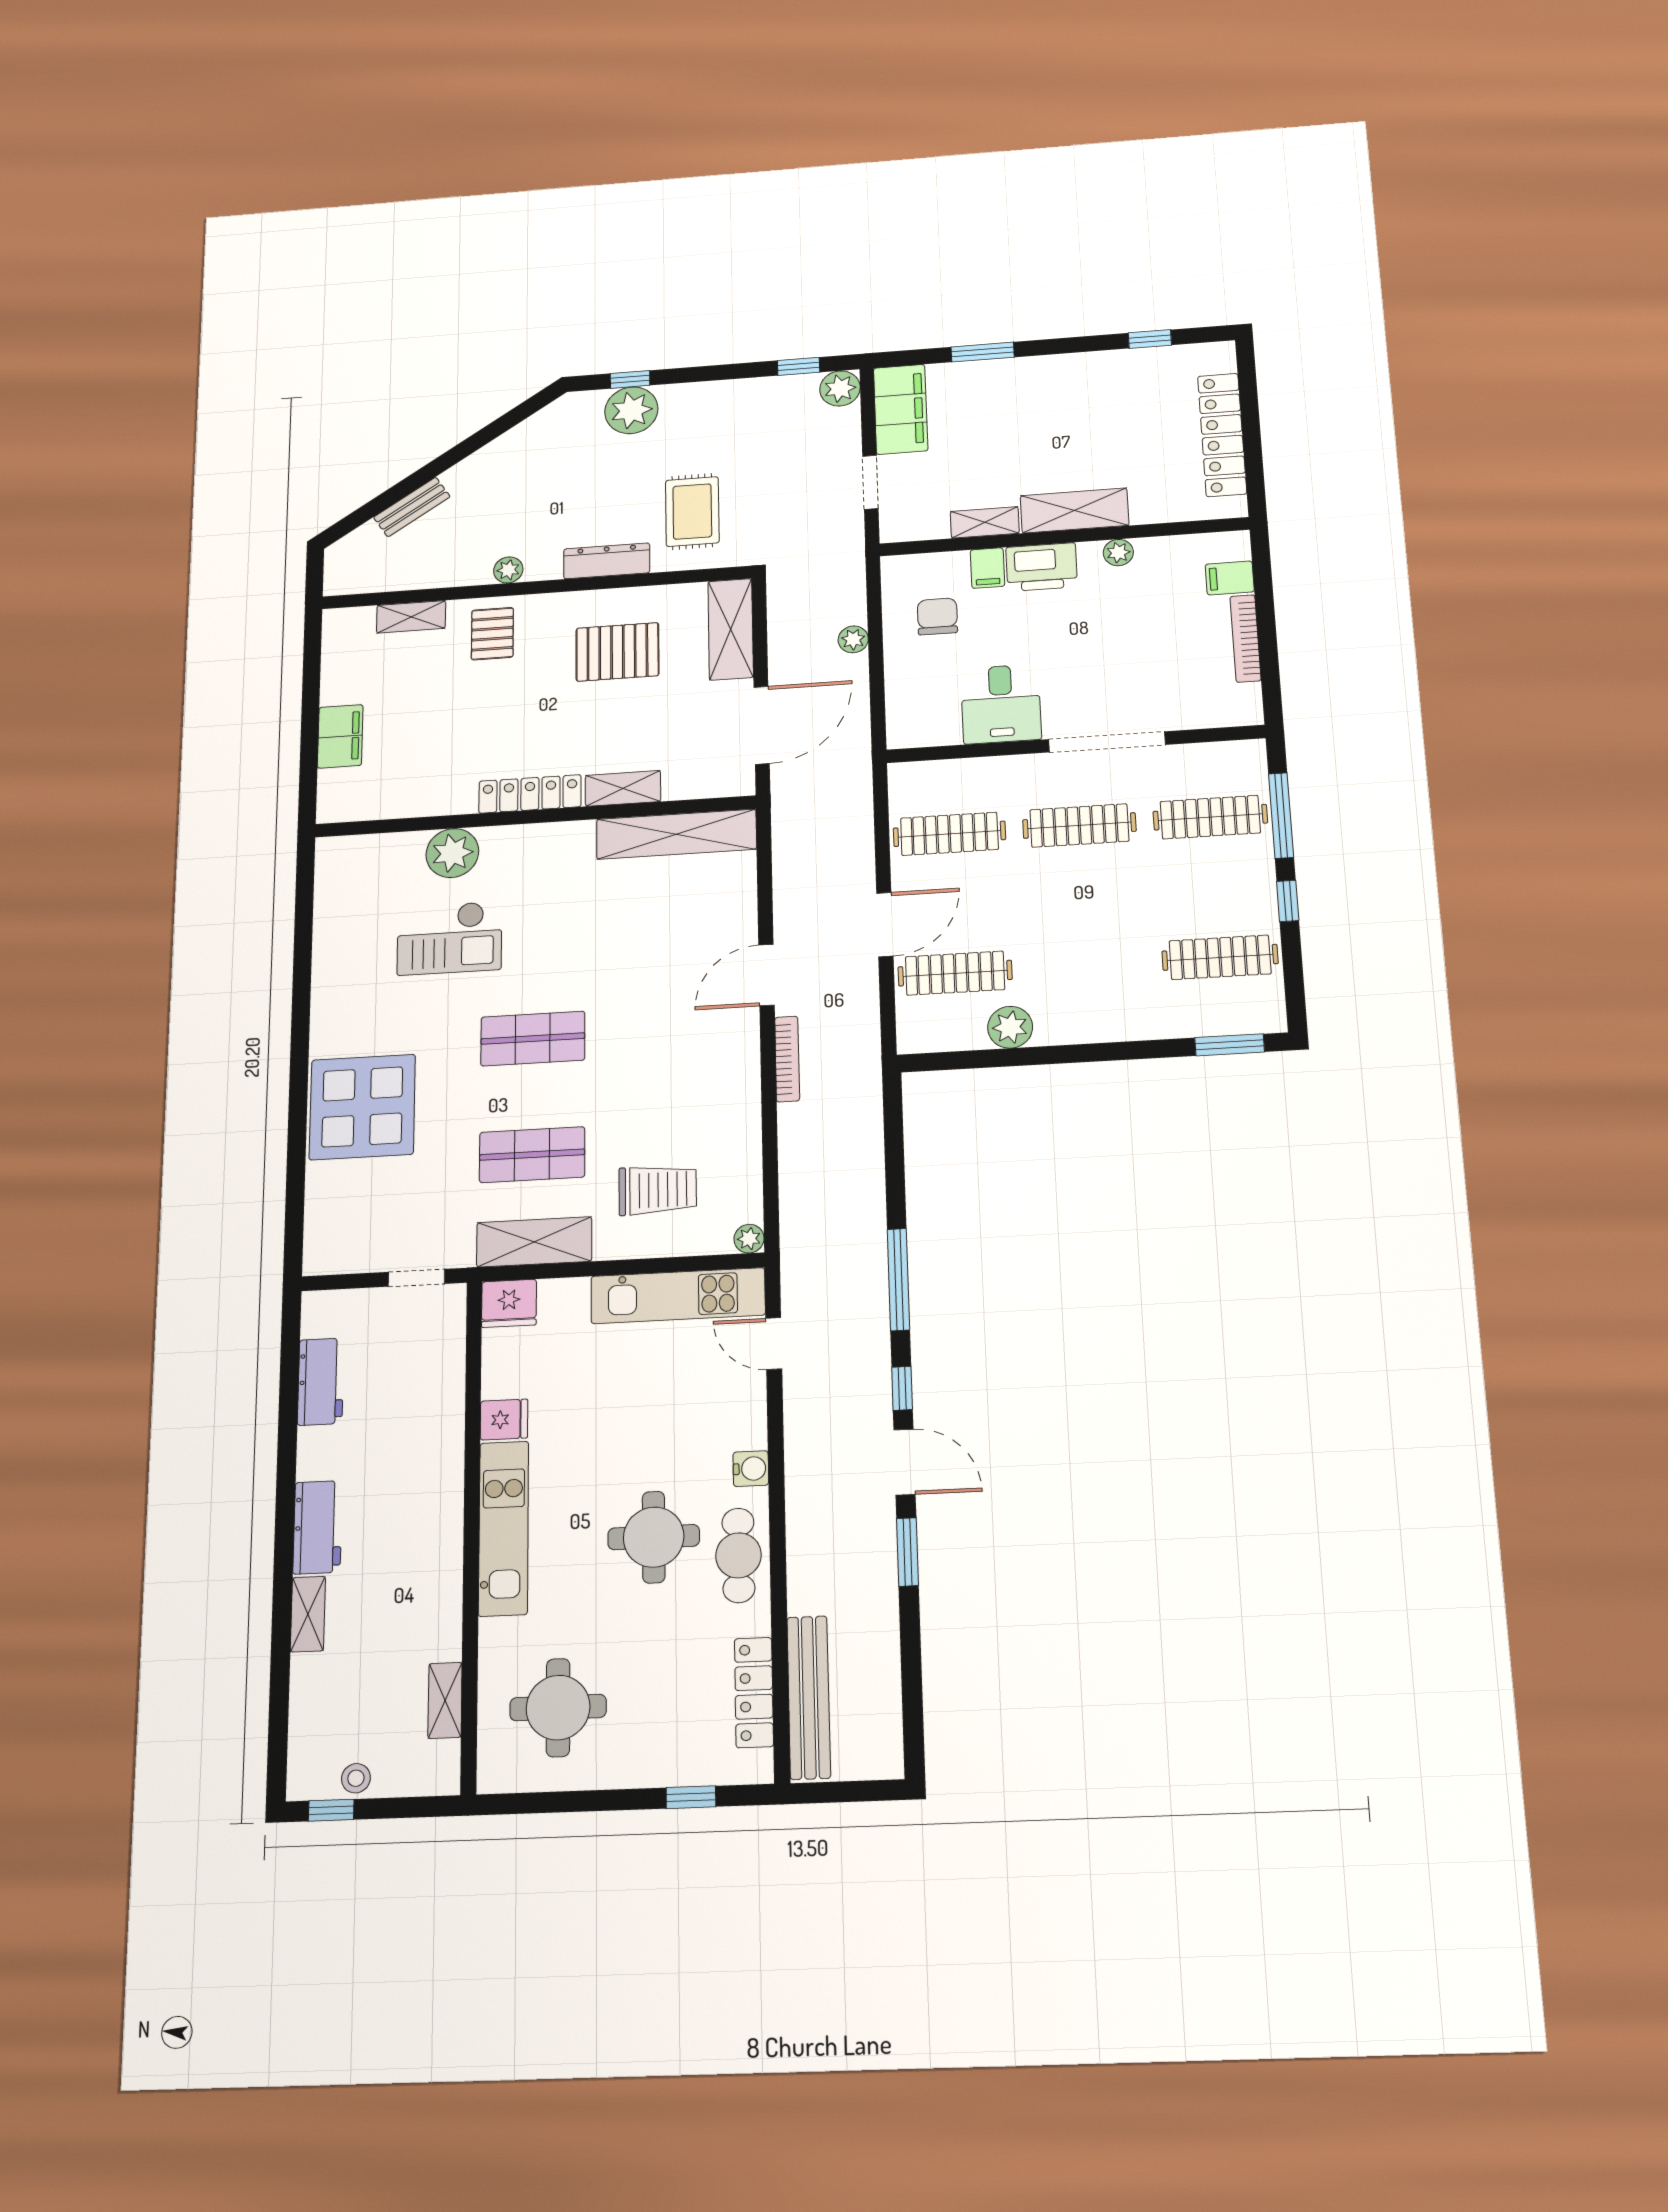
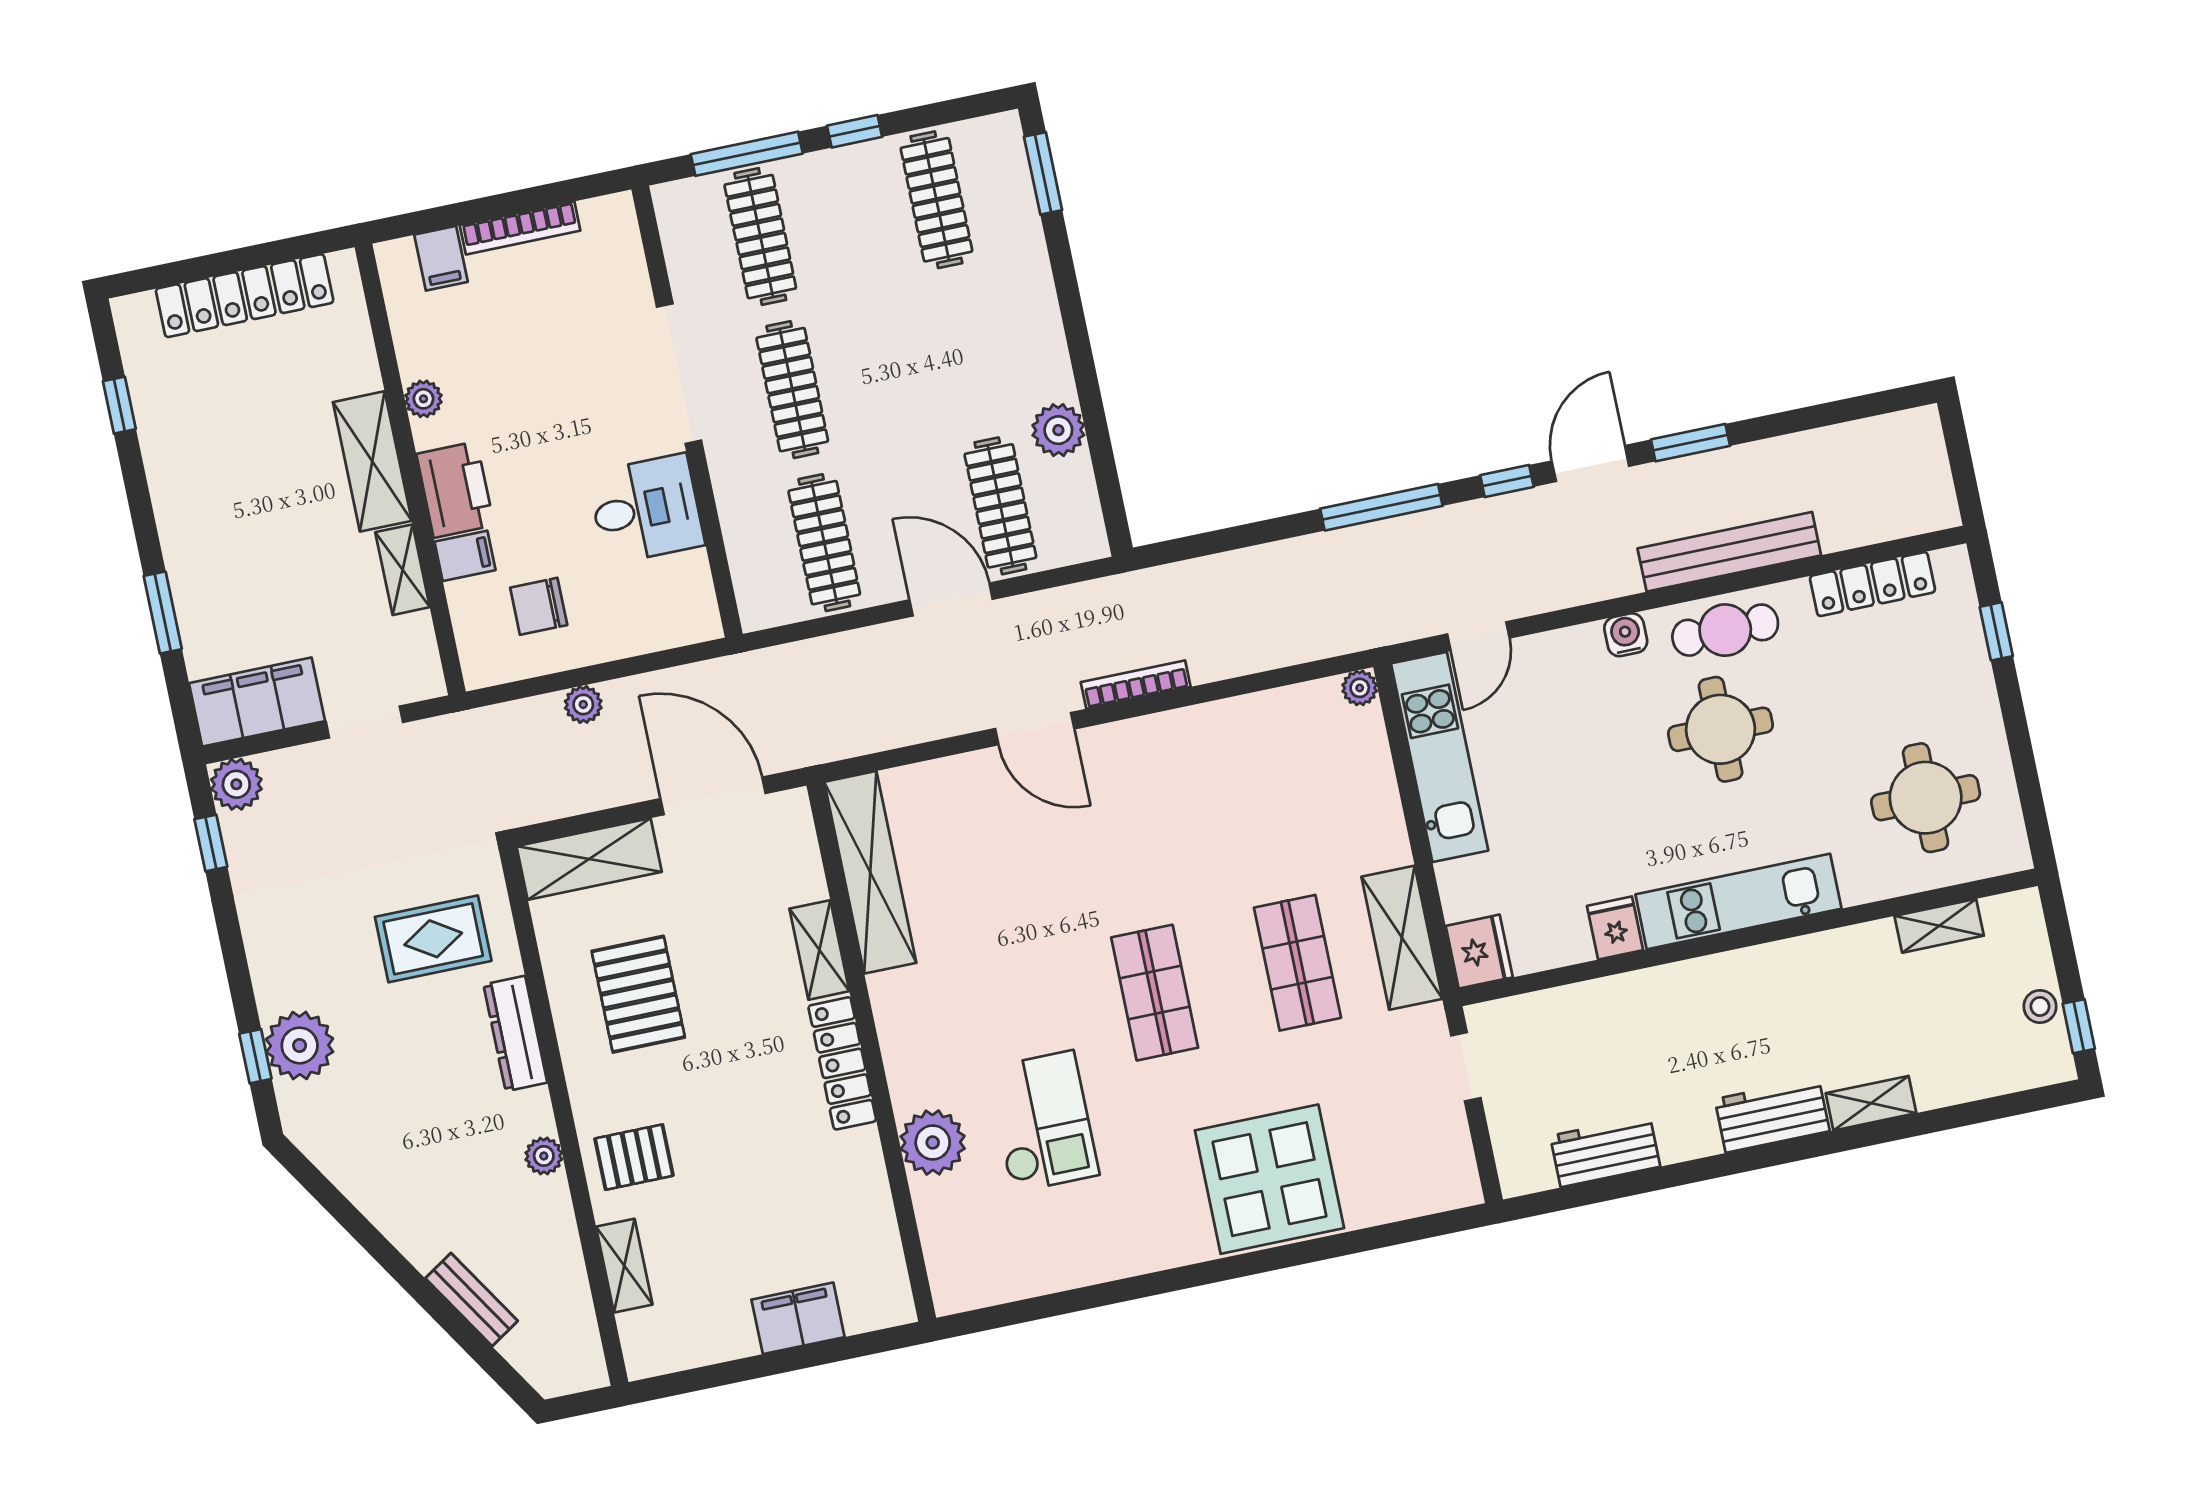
trolley: (658, 1190) -> (1318, 806), removed
bench: (809, 1697) -> (1729, 552), moved

